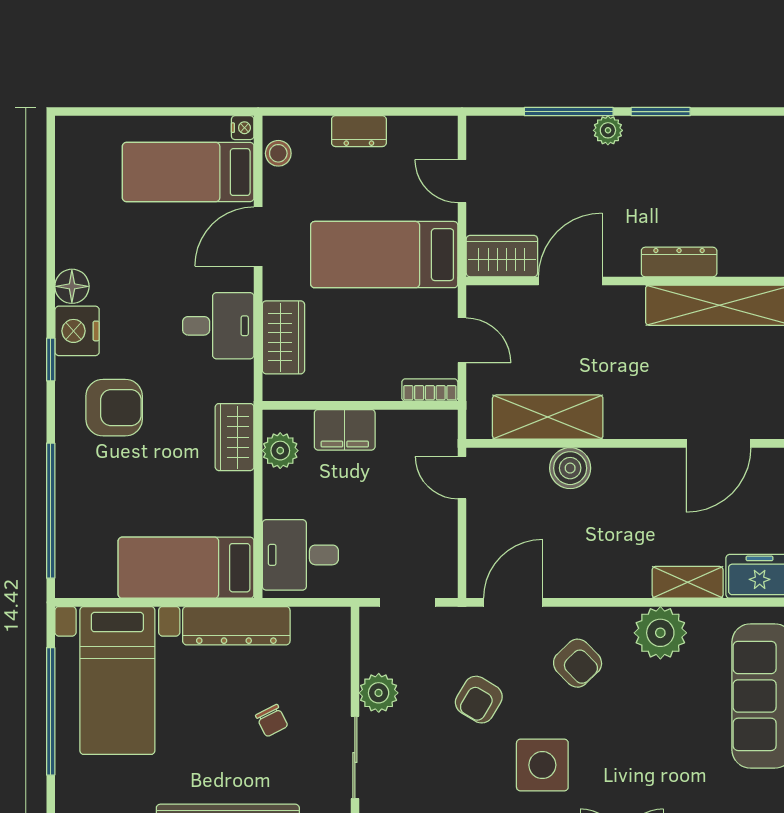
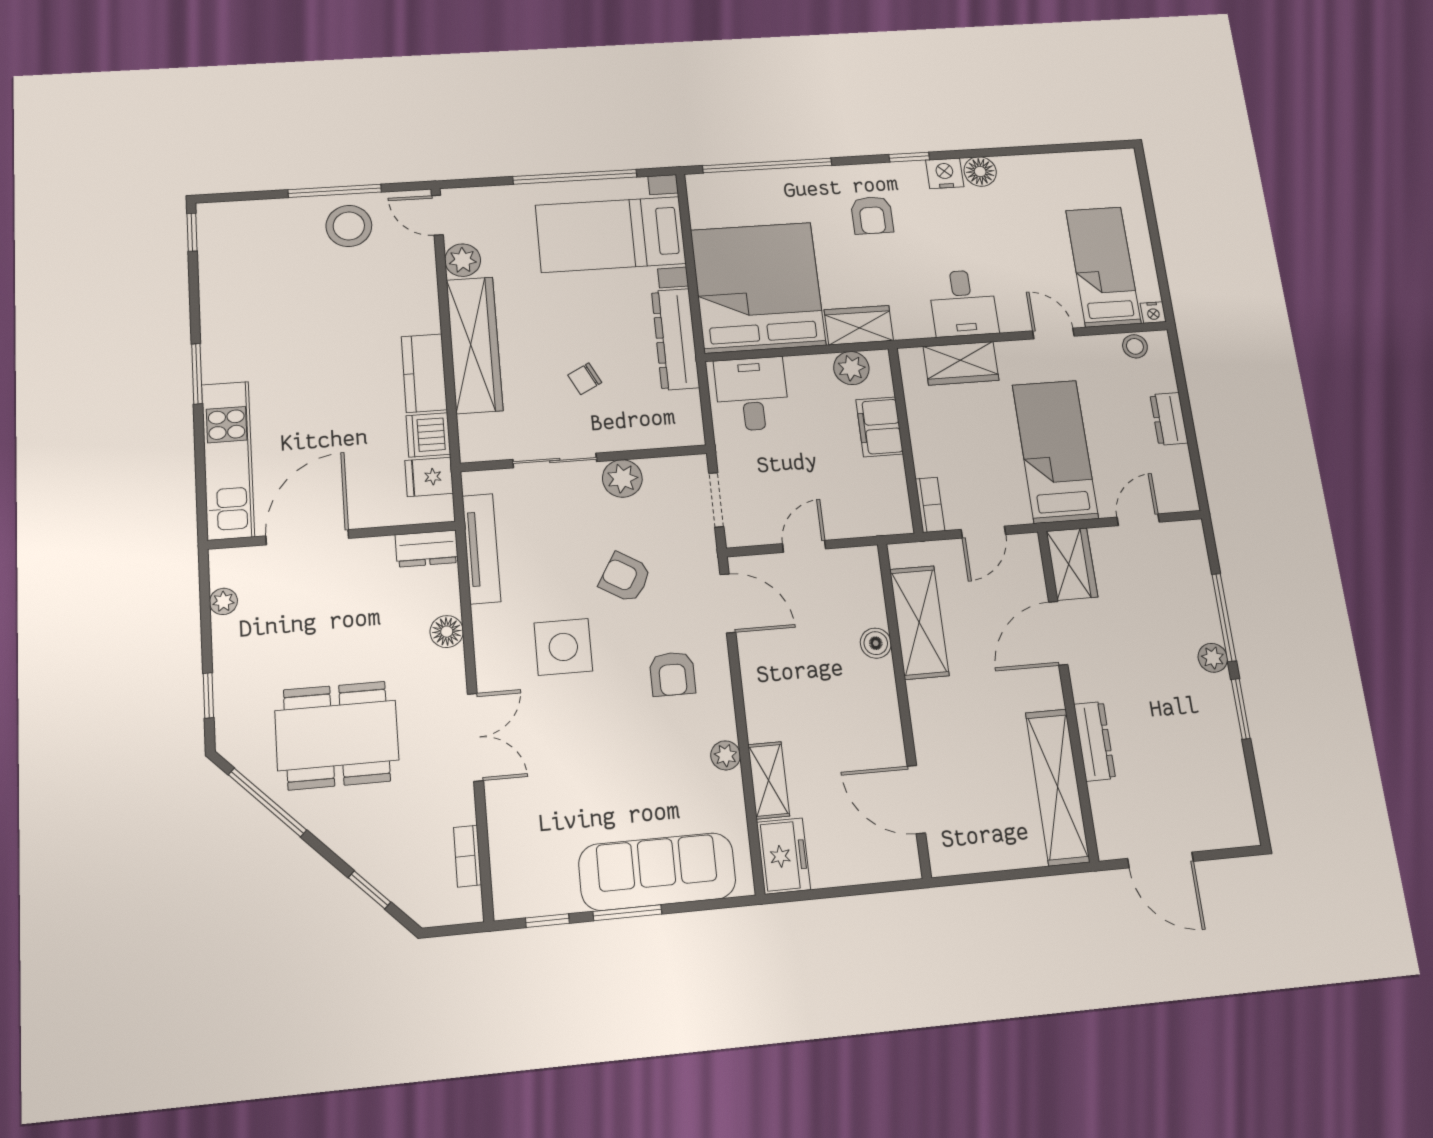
door: (258, 236) -> (1053, 333), width x0.73
door: (570, 281) -> (1058, 633), swing flipped
nightstand: (77, 331) -> (945, 173), width x0.74, depth x0.75
armchair: (114, 408) -> (872, 215), width x0.72, depth x0.72
boiler: (570, 468) -> (876, 643), width x0.73, depth x0.73
door: (462, 478) -> (804, 546), moved
bed: (186, 568) -> (758, 287), width x2.04
plant: (660, 633) -> (726, 755), width x0.53, depth x0.53
armchair: (578, 663) -> (672, 674), turned -46

